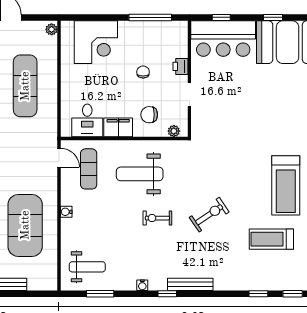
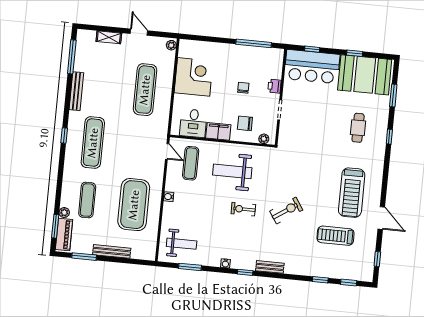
corner desk: (96, 42) -> (194, 77), moved, turned -90
cafe table: (286, 107) -> (358, 128), added
bench: (190, 284) -> (270, 267), width x0.73

